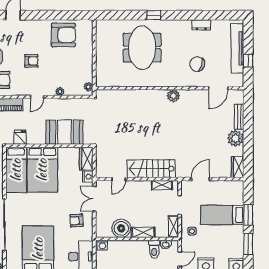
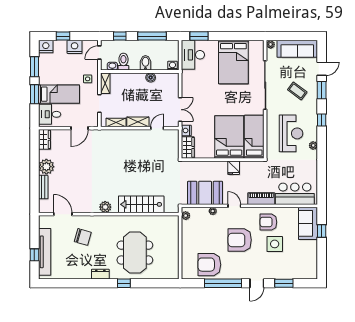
window: (49, 15) -> (223, 283), added
dresser: (201, 25) -> (100, 274), moved
armchair: (31, 61) -> (240, 240), width x1.88, depth x1.88
window: (248, 61) -> (34, 255), moved
door: (218, 88) -> (63, 214), hinge flipped
door: (37, 97) -> (234, 206), hinge flipped
booth: (64, 132) -> (205, 193), moved
fridge: (20, 137) -> (234, 168), moved
stairs: (151, 169) -> (141, 204), moved, turned 180
desk: (232, 194) -> (50, 114), added
armchair: (76, 220) -> (197, 89), removed
boiler: (121, 228) -> (151, 77), width x0.54, depth x0.54
shelving: (143, 232) -> (138, 122), moved
bidet: (131, 248) -> (145, 63), added

